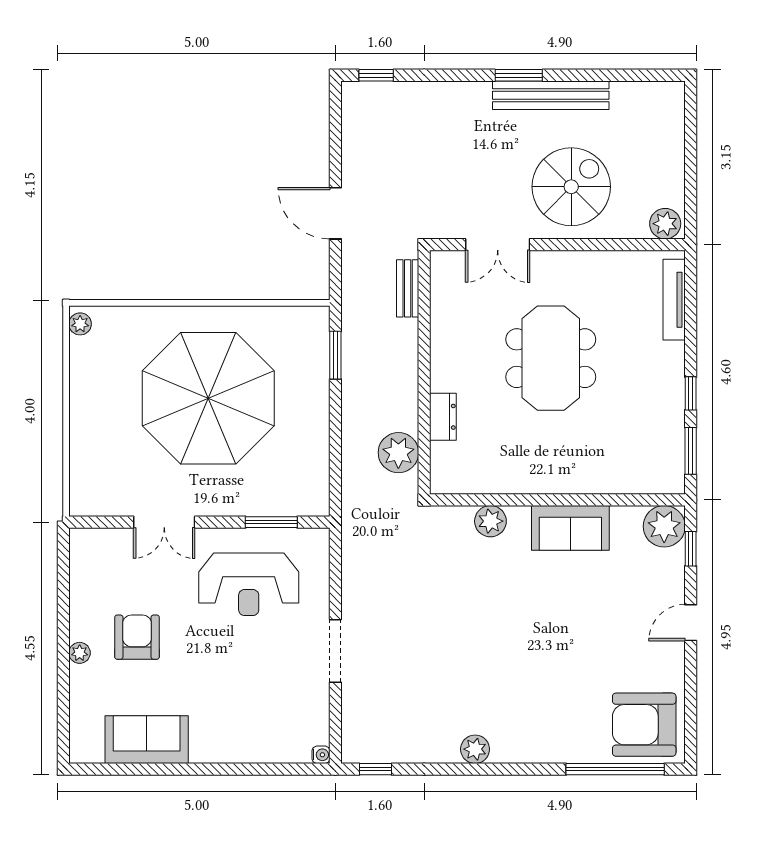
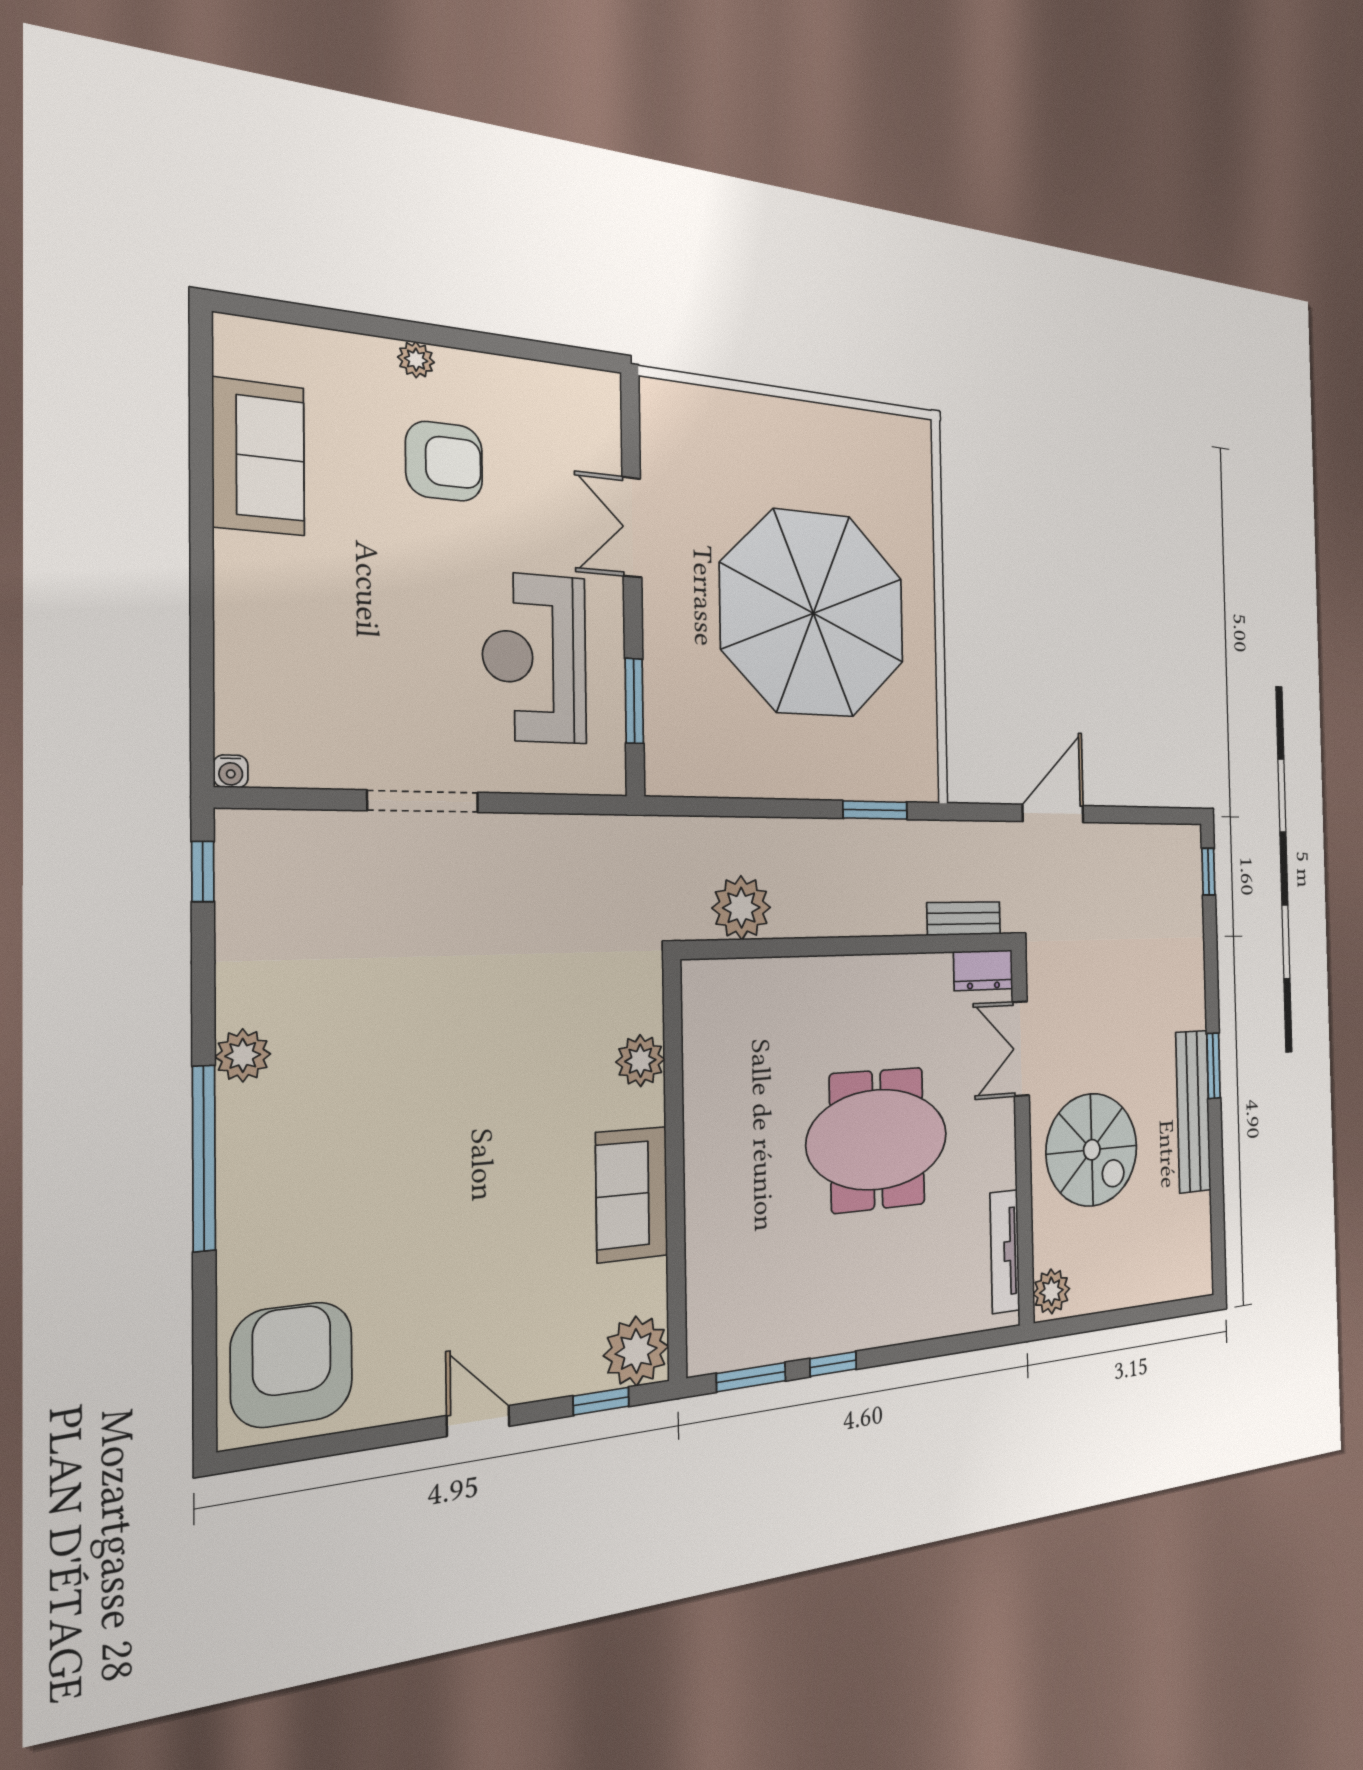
tv unit: (674, 300) -> (1005, 1252), moved, turned -90
plant: (80, 324) -> (909, 432), removed
dresser: (443, 417) -> (983, 970), moved
window: (615, 769) -> (204, 1158), moved

